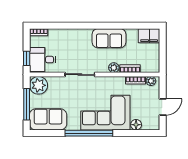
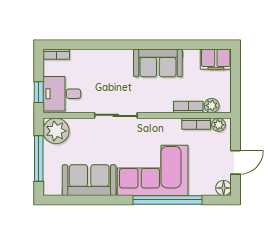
plant: (114, 68) -> (212, 105), moved
sofa: (48, 119) -> (89, 180), moved
floor lamp: (136, 125) -> (224, 188), moved
window: (89, 133) -> (167, 200), moved

